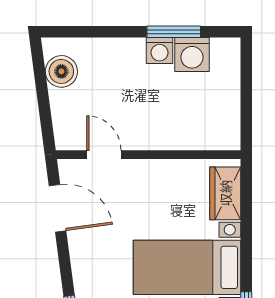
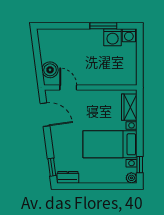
washing machine: (159, 51) -> (129, 35), moved
boiler: (61, 71) -> (50, 70), moved

